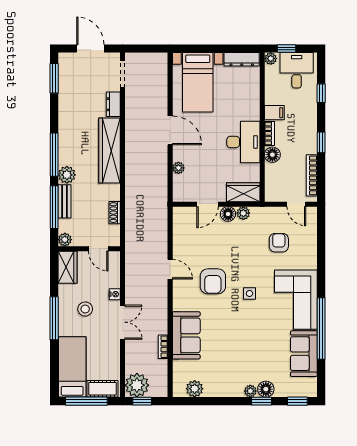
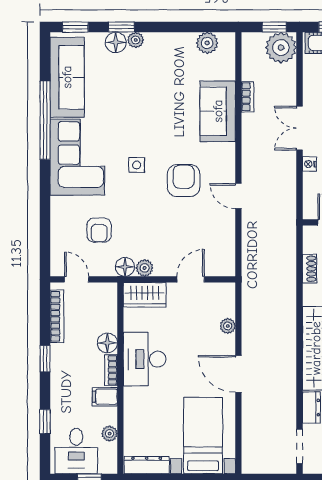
plant: (271, 59) -> (110, 434), moved
floor lamp: (228, 214) -> (125, 267), moved
sofa: (304, 354) -> (67, 77), width x1.36

